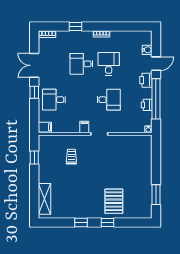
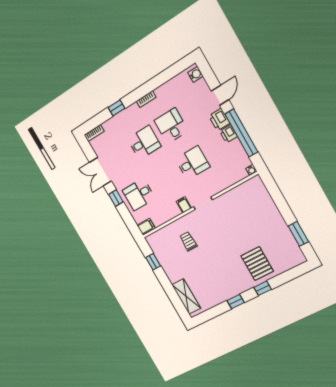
water cooler: (147, 50) -> (196, 74), moved
desk: (81, 64) -> (144, 142), turned 180
printer: (147, 105) -> (228, 134), moved

